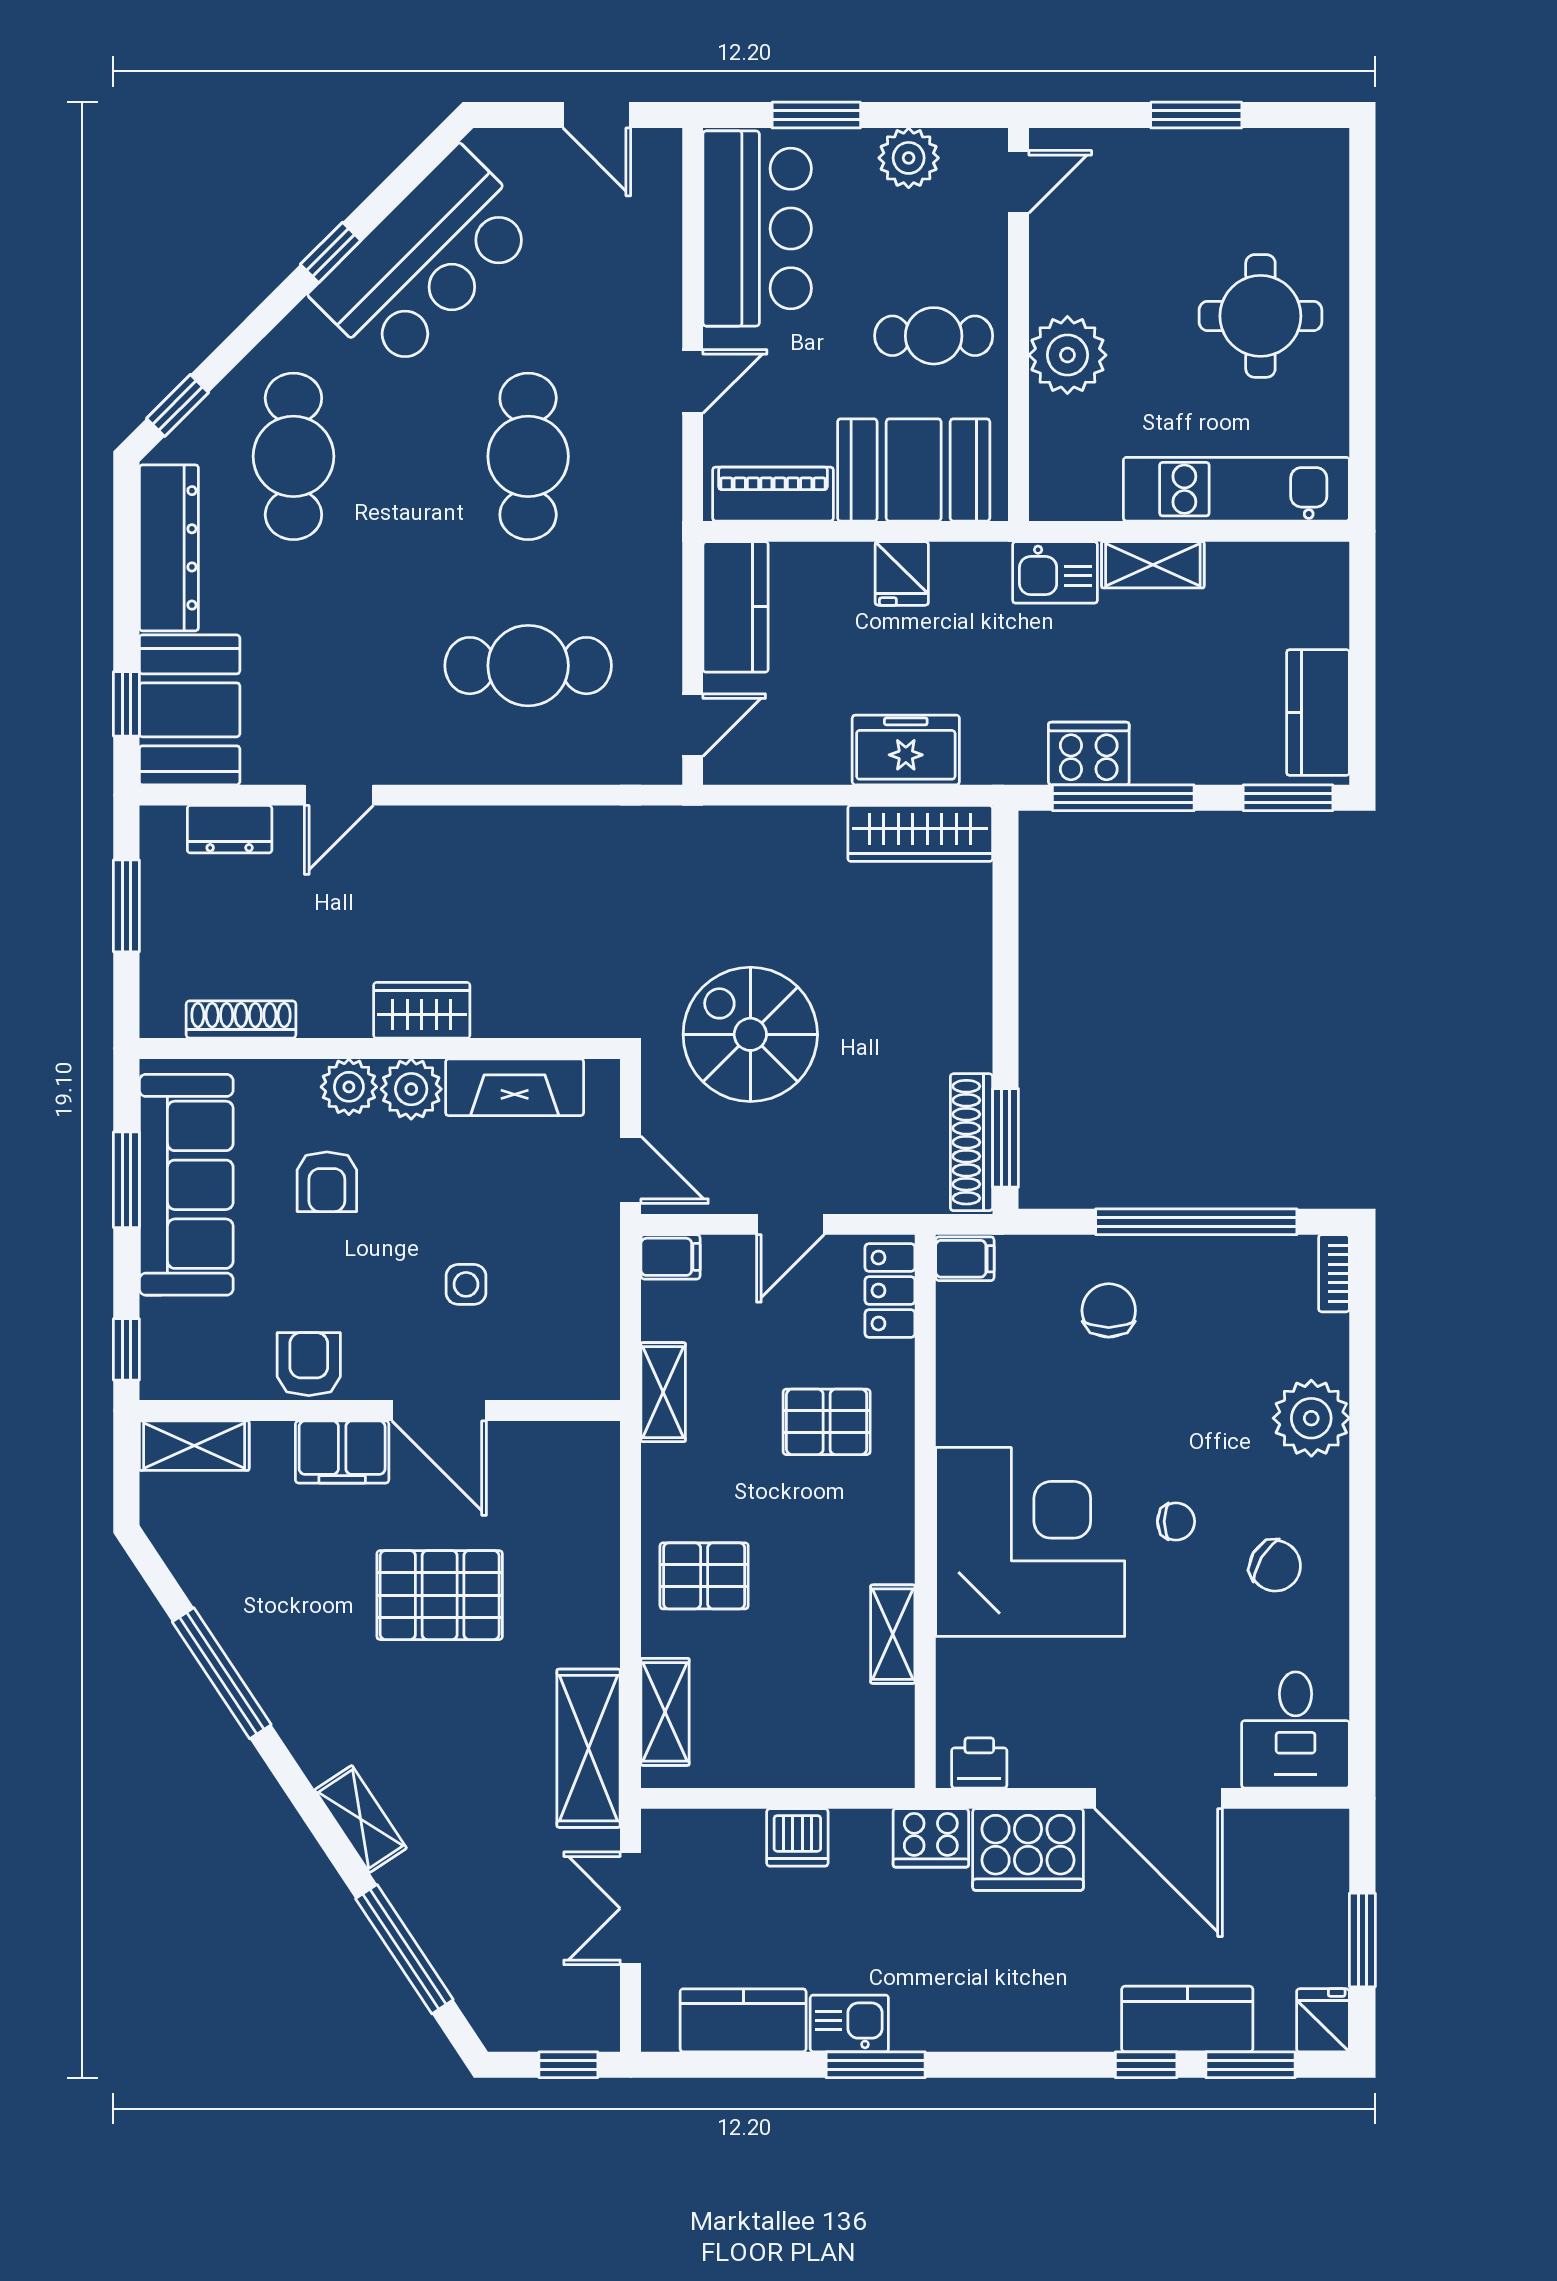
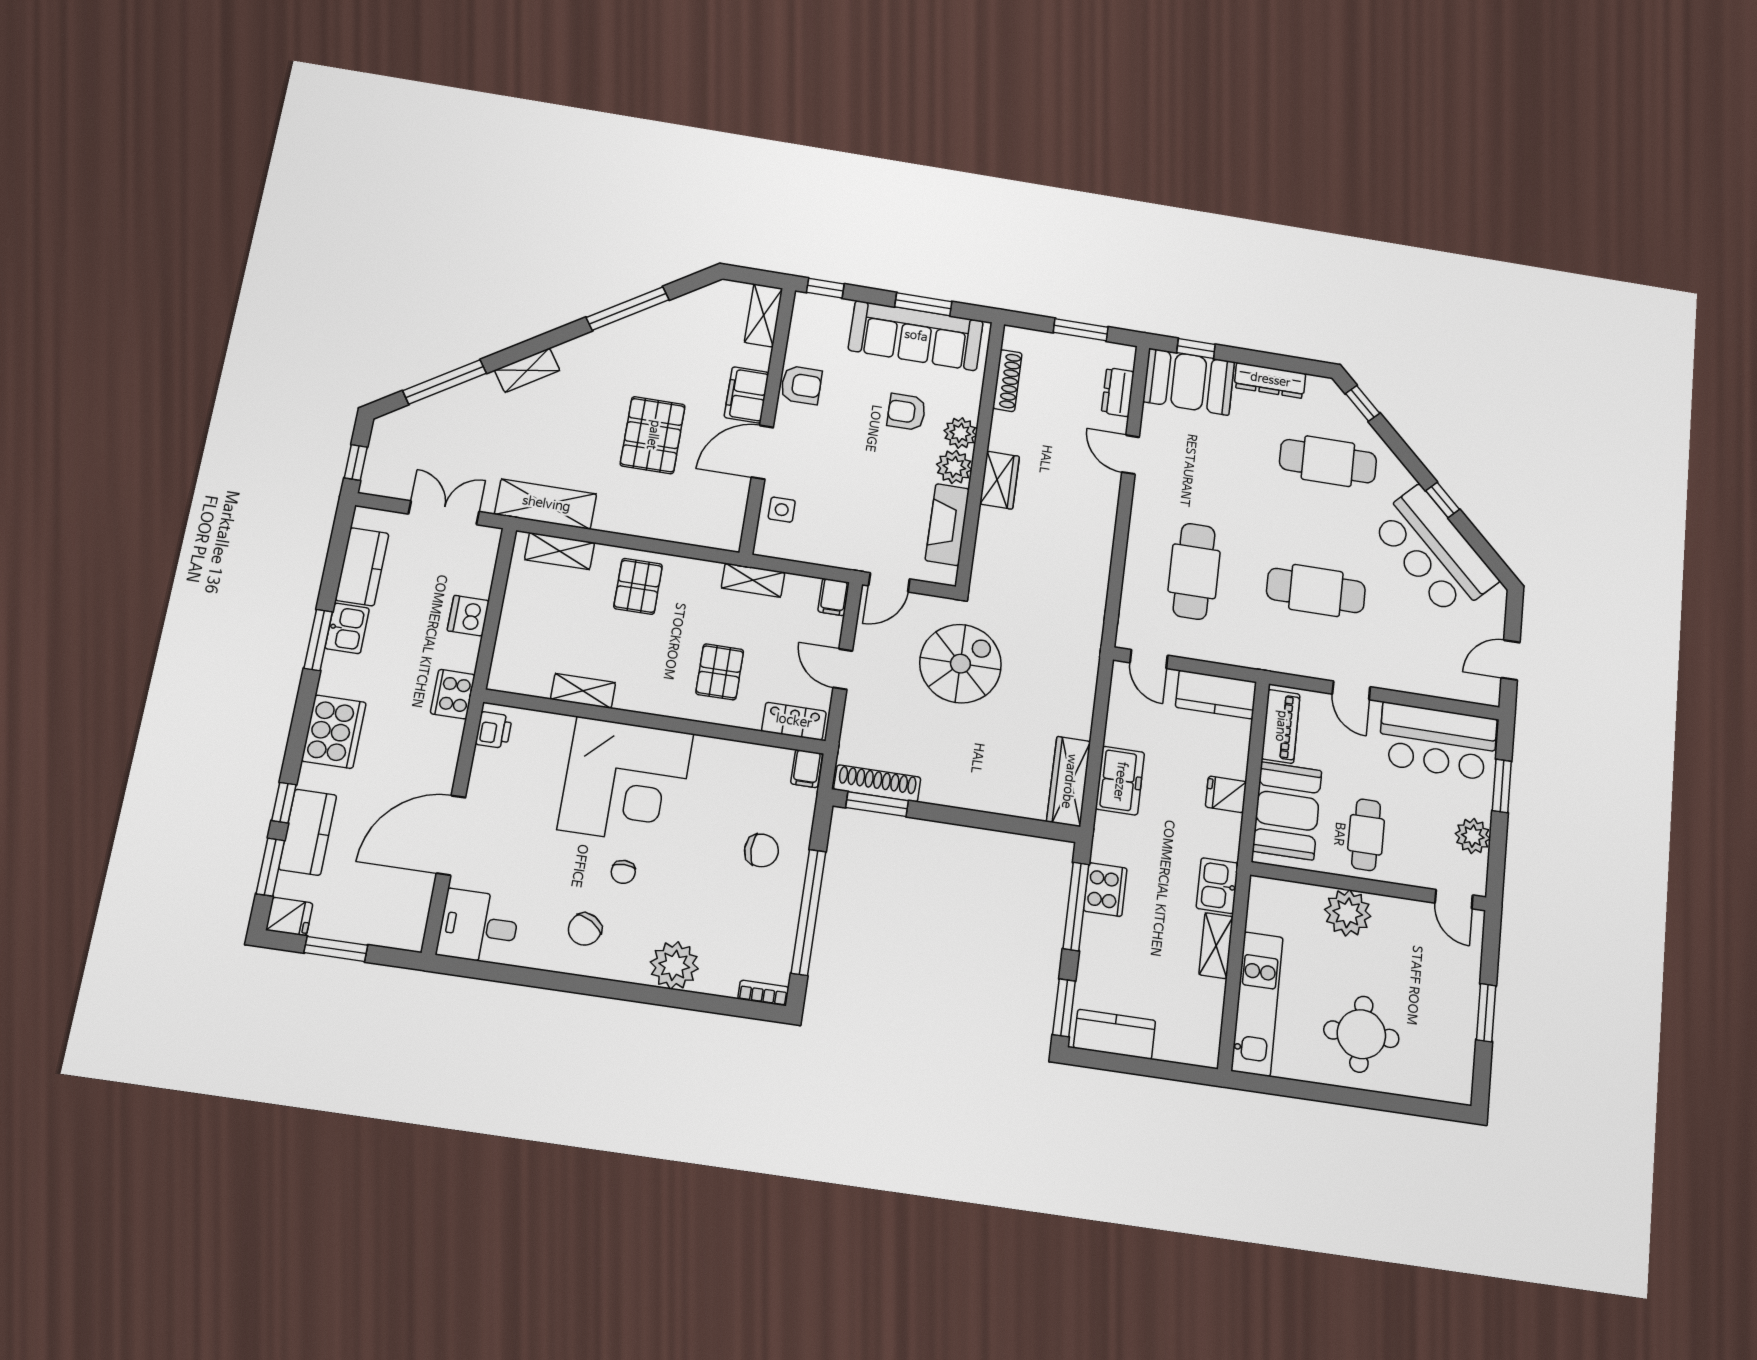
dresser: (169, 548) -> (1270, 380), width x0.73, depth x0.80
side table: (466, 1284) -> (782, 510), moved
cooker: (1028, 1850) -> (334, 732), moved, turned 180

